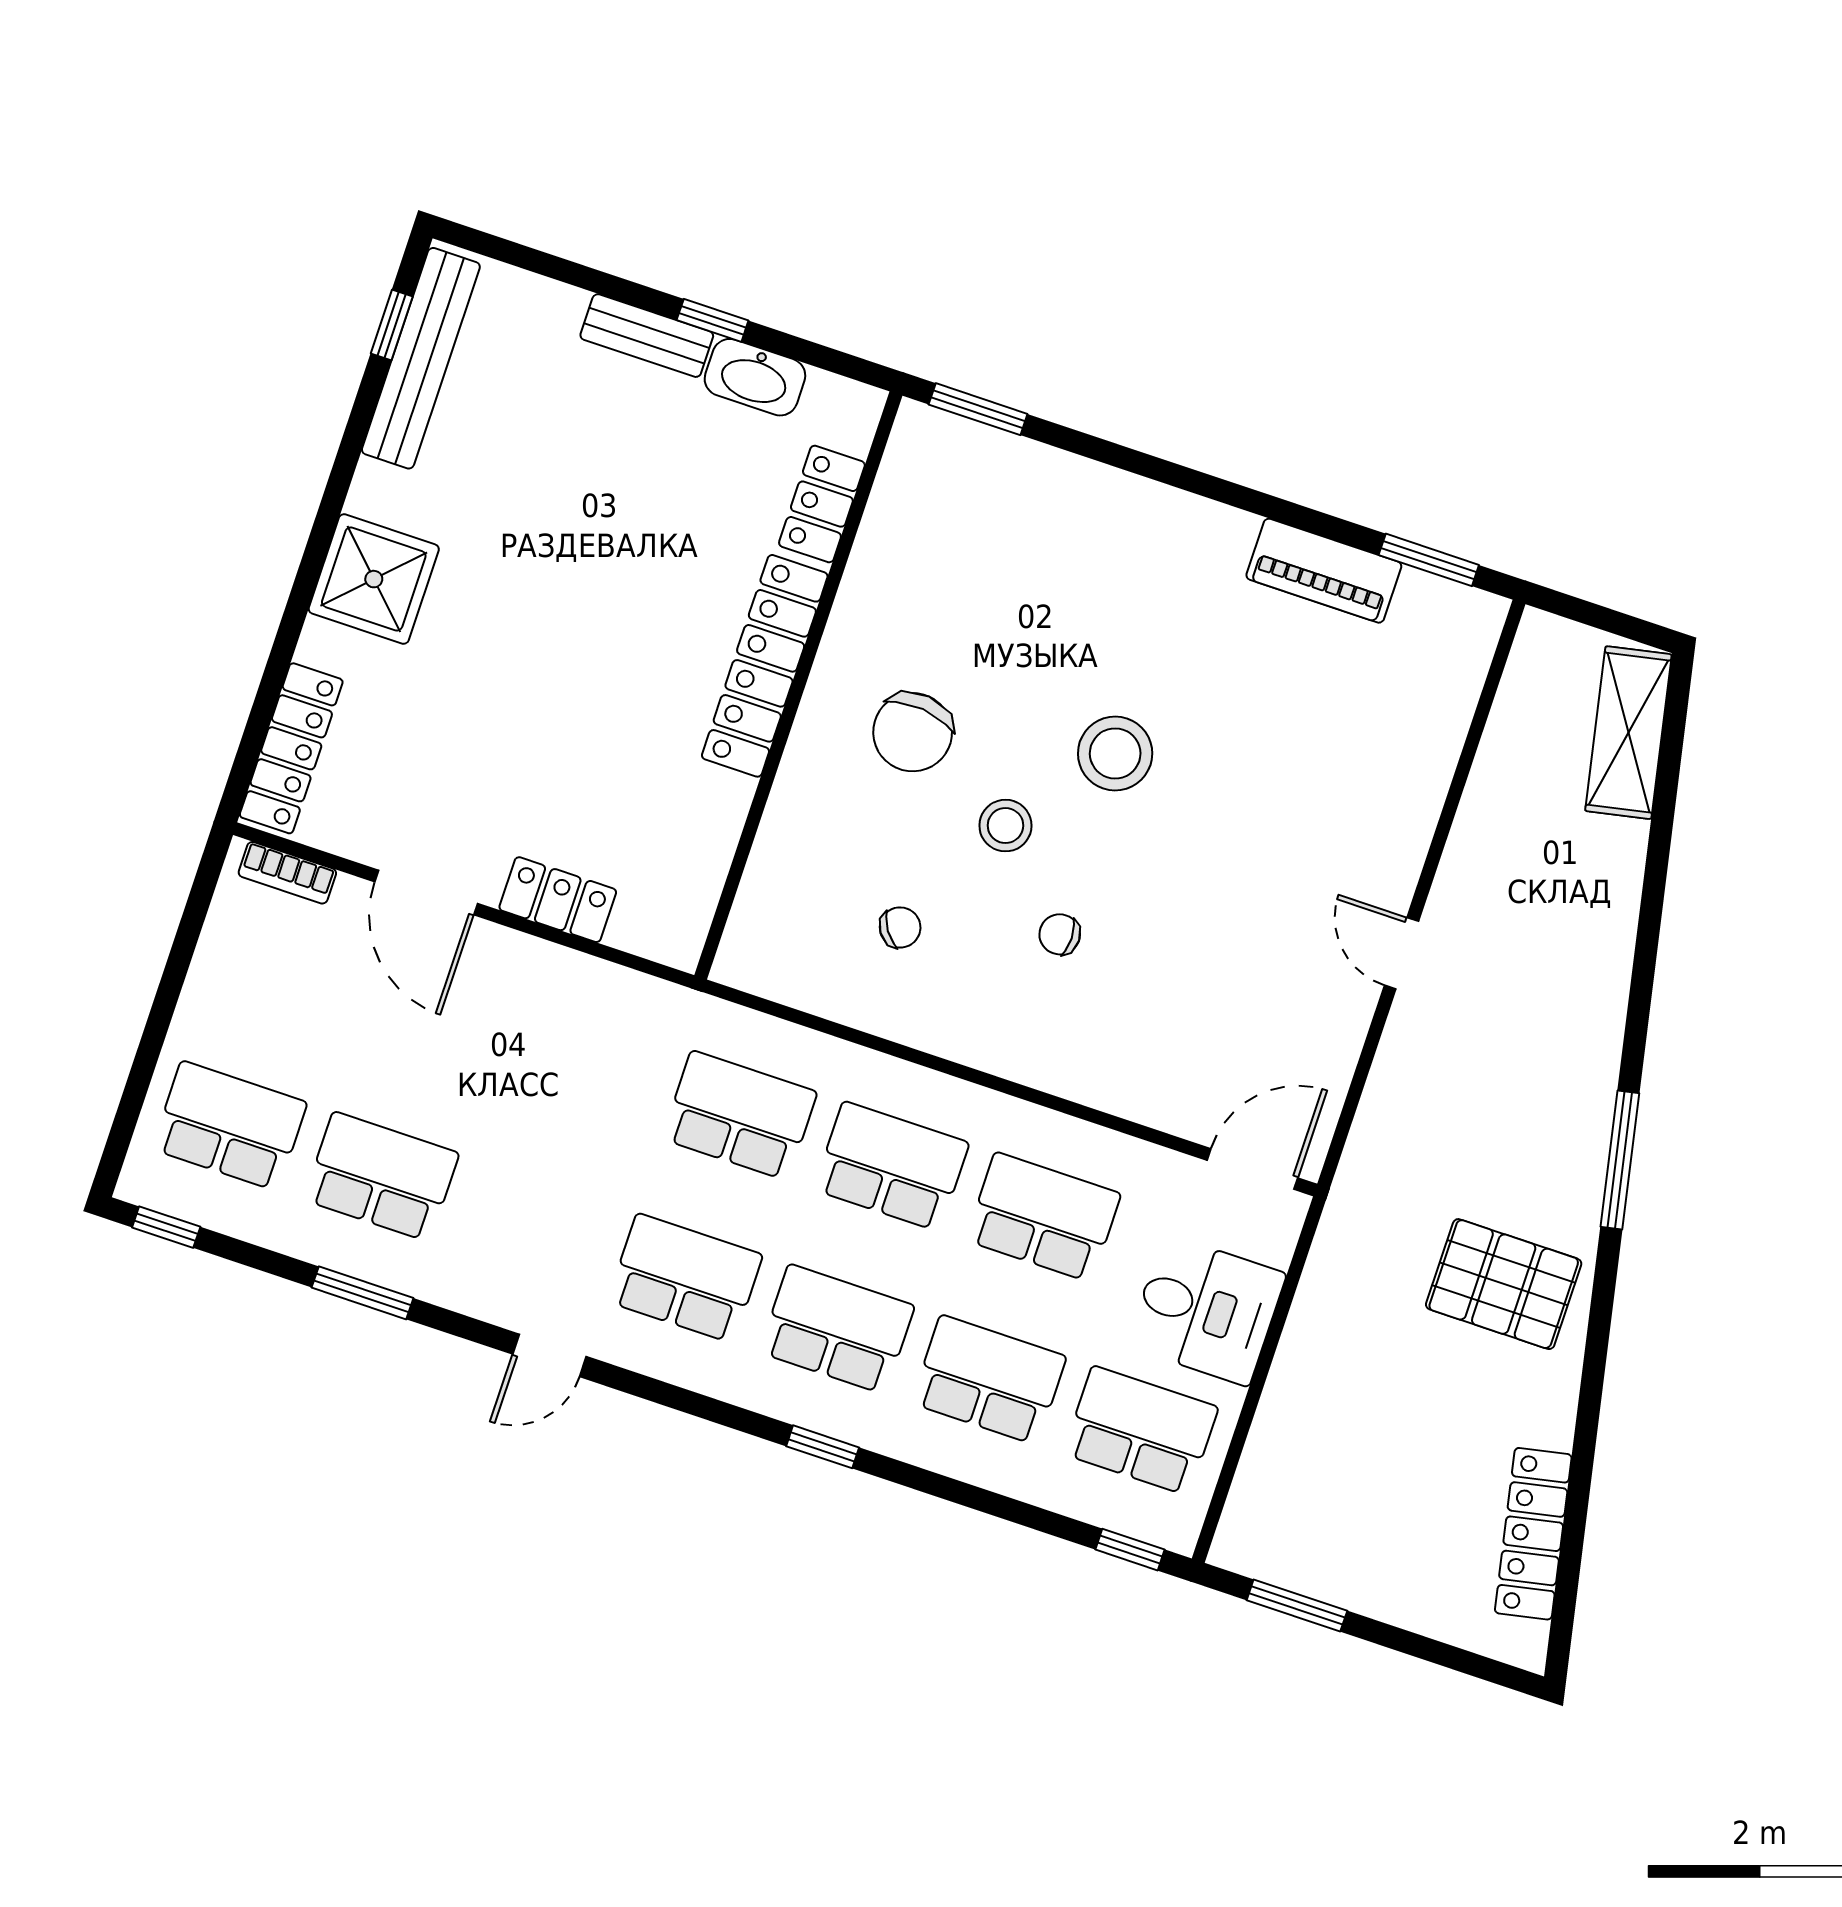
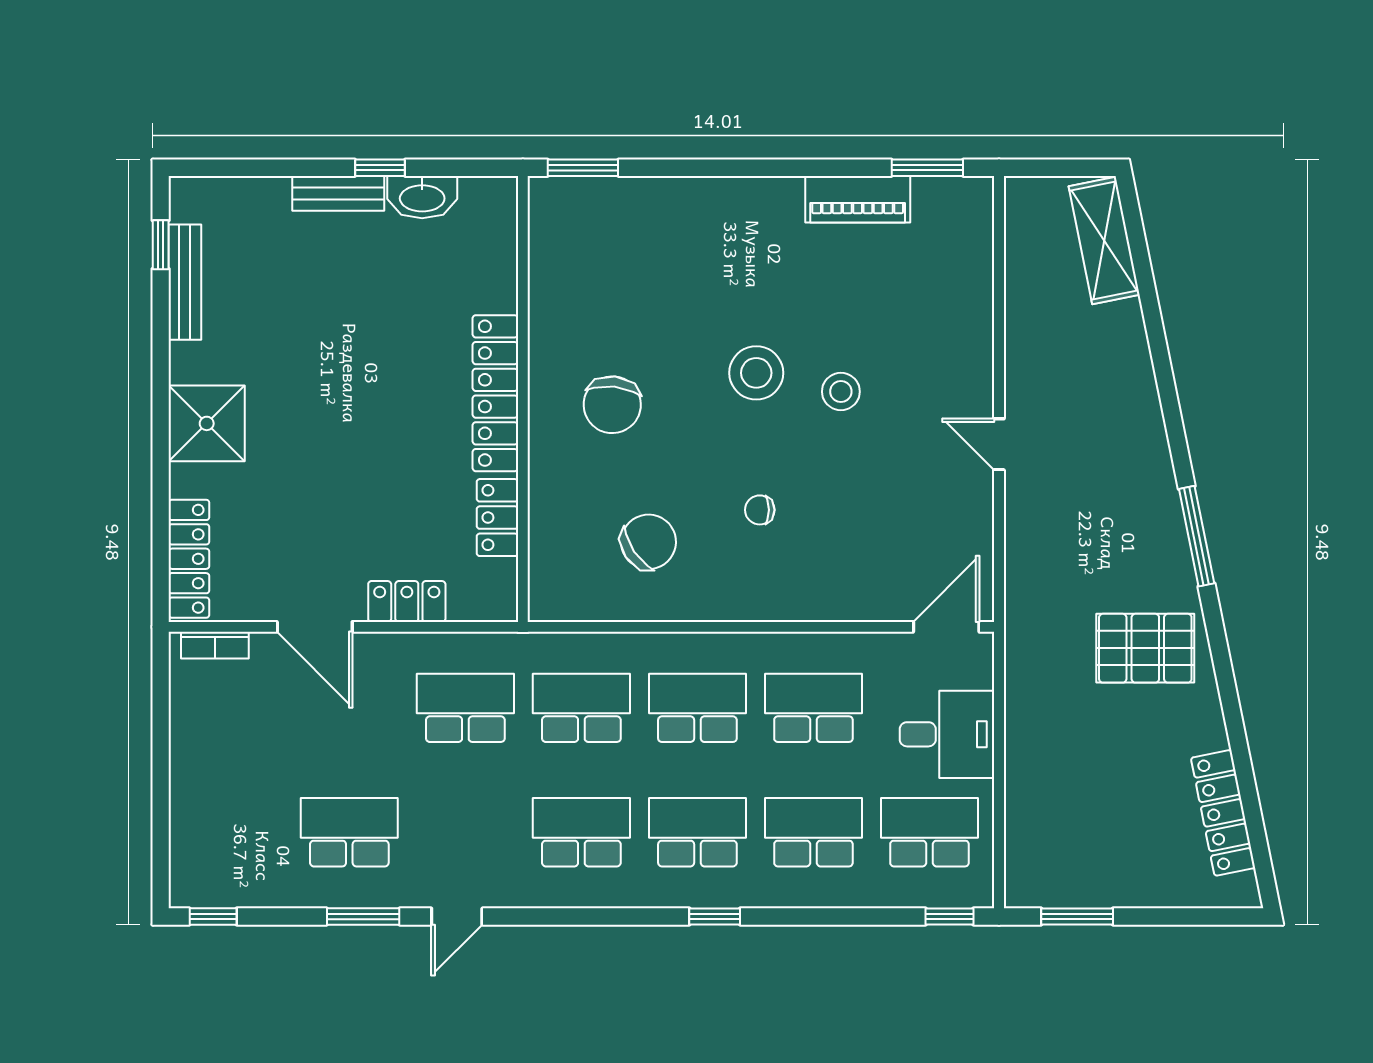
bench: (421, 358) -> (185, 282), width x0.73, depth x0.82
locker: (822, 504) -> (497, 518), moved
stool: (1005, 826) -> (841, 392), moved
chair: (900, 927) -> (649, 542), width x1.87, depth x1.87
school desk: (230, 1126) -> (465, 708), moved
door: (549, 1355) -> (457, 917), moved

